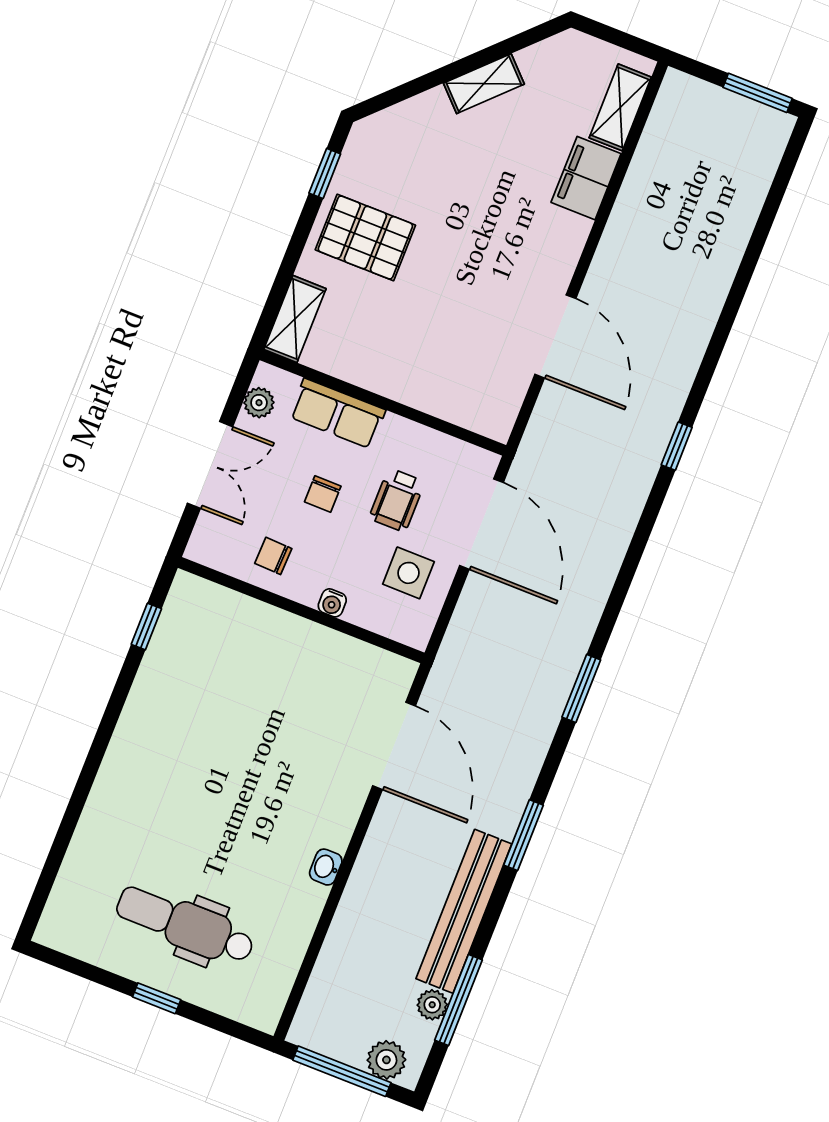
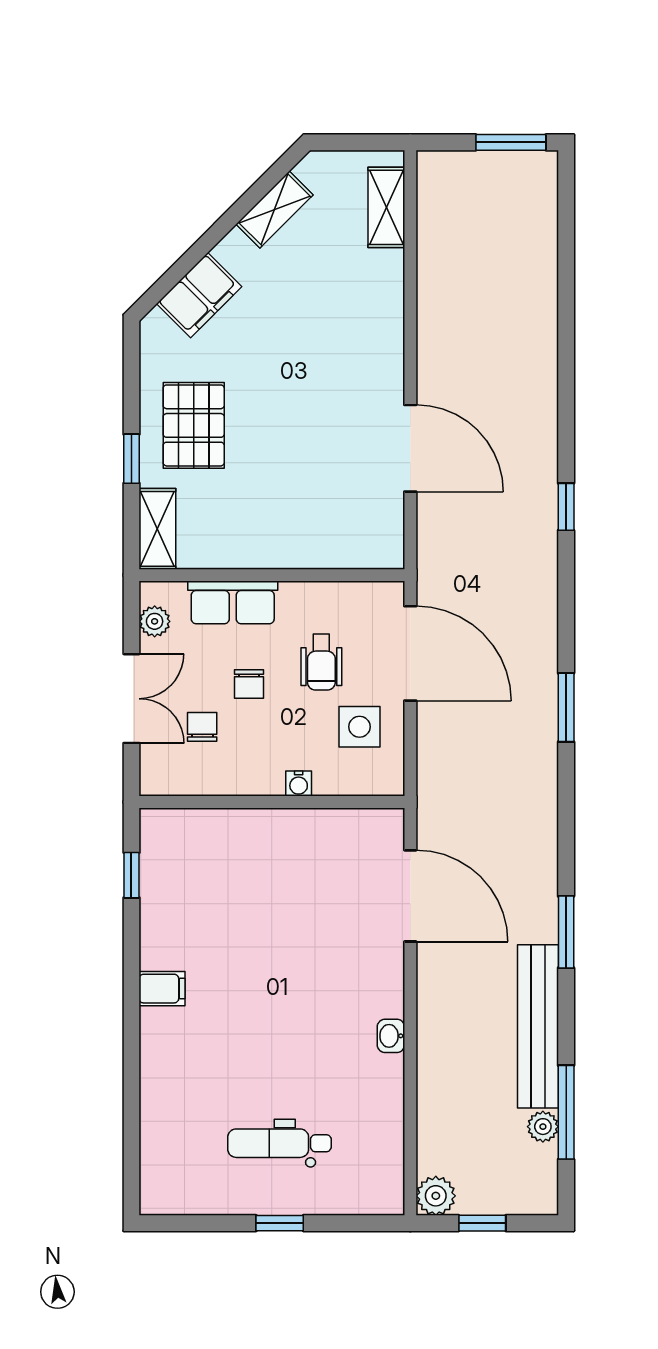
shelving: (484, 84) -> (275, 210), moved
window: (325, 173) -> (131, 459), moved
filing cabinet: (586, 178) -> (199, 295), moved, turned -135
pallet: (365, 237) -> (194, 425), turned 90
chair: (273, 556) -> (202, 727), moved, turned 88
window: (581, 688) -> (566, 707), moved
filing cabinet: (133, 741) -> (162, 989), added
dental chair: (185, 925) -> (280, 1143), width x0.73, depth x0.72
plant: (386, 1060) -> (436, 1196), moved
window: (342, 1071) -> (482, 1223), width x0.46

